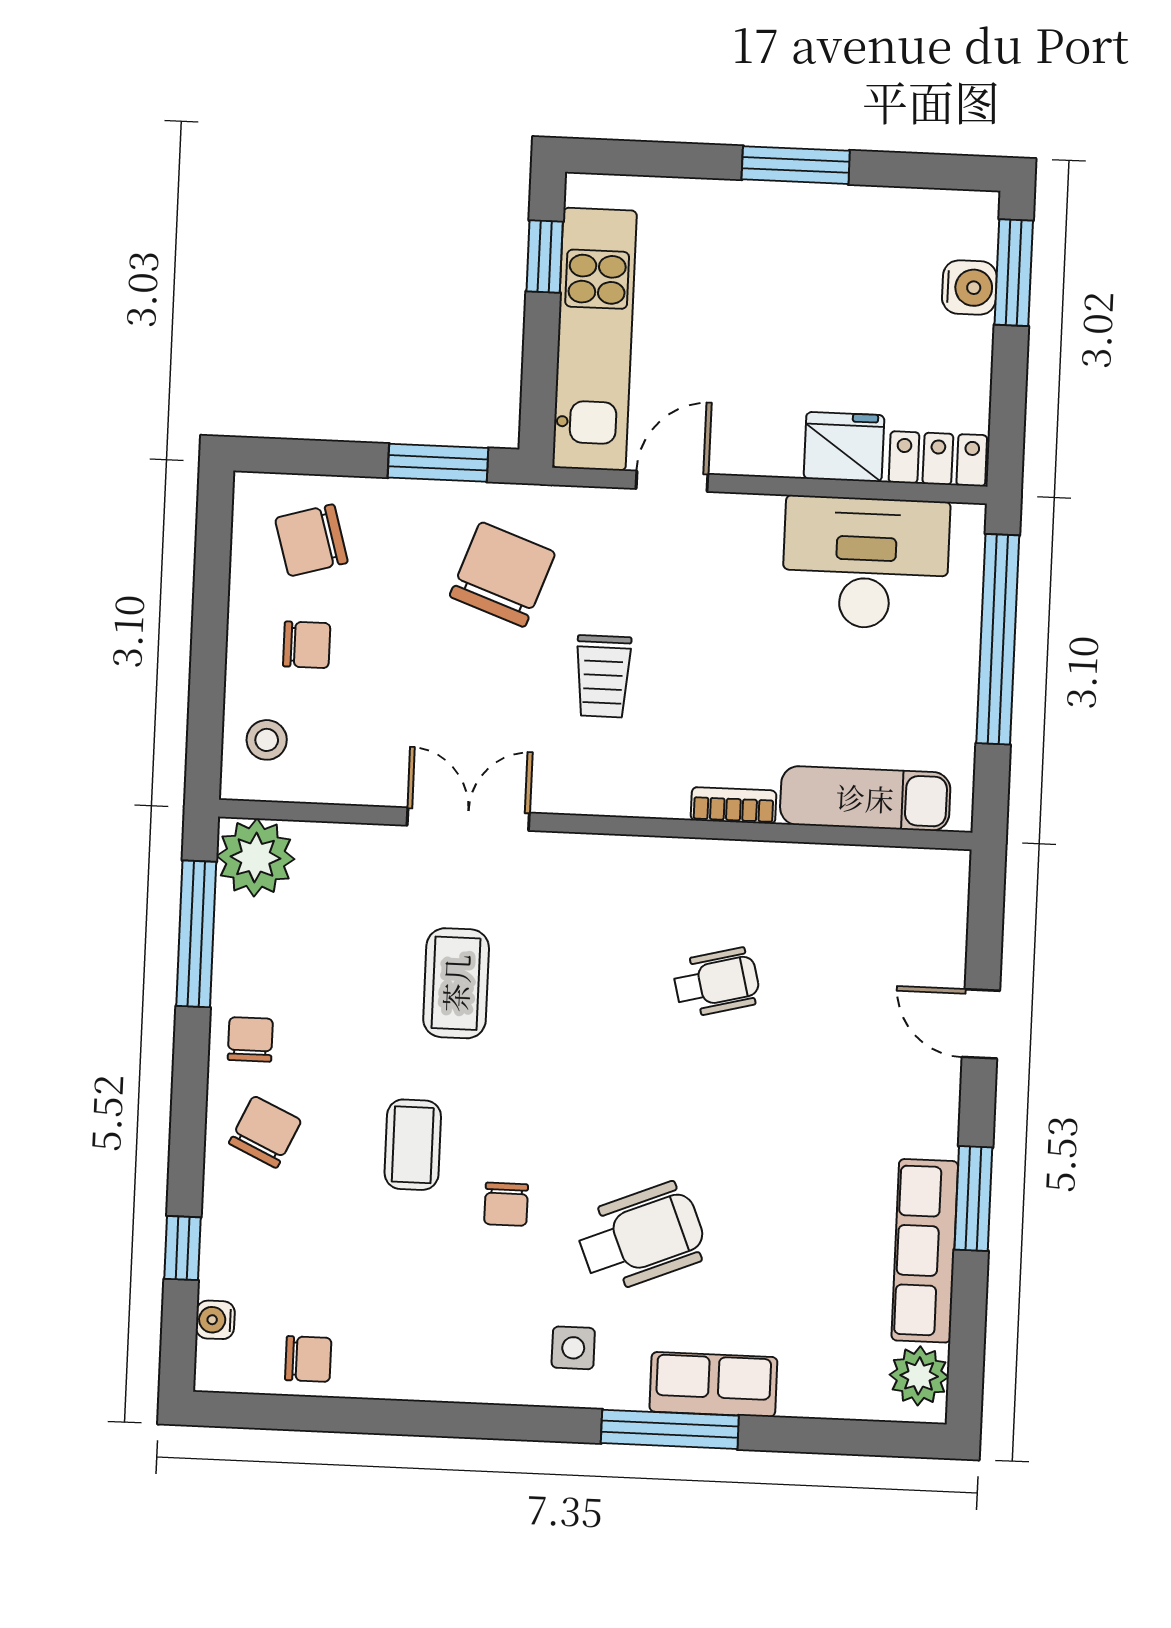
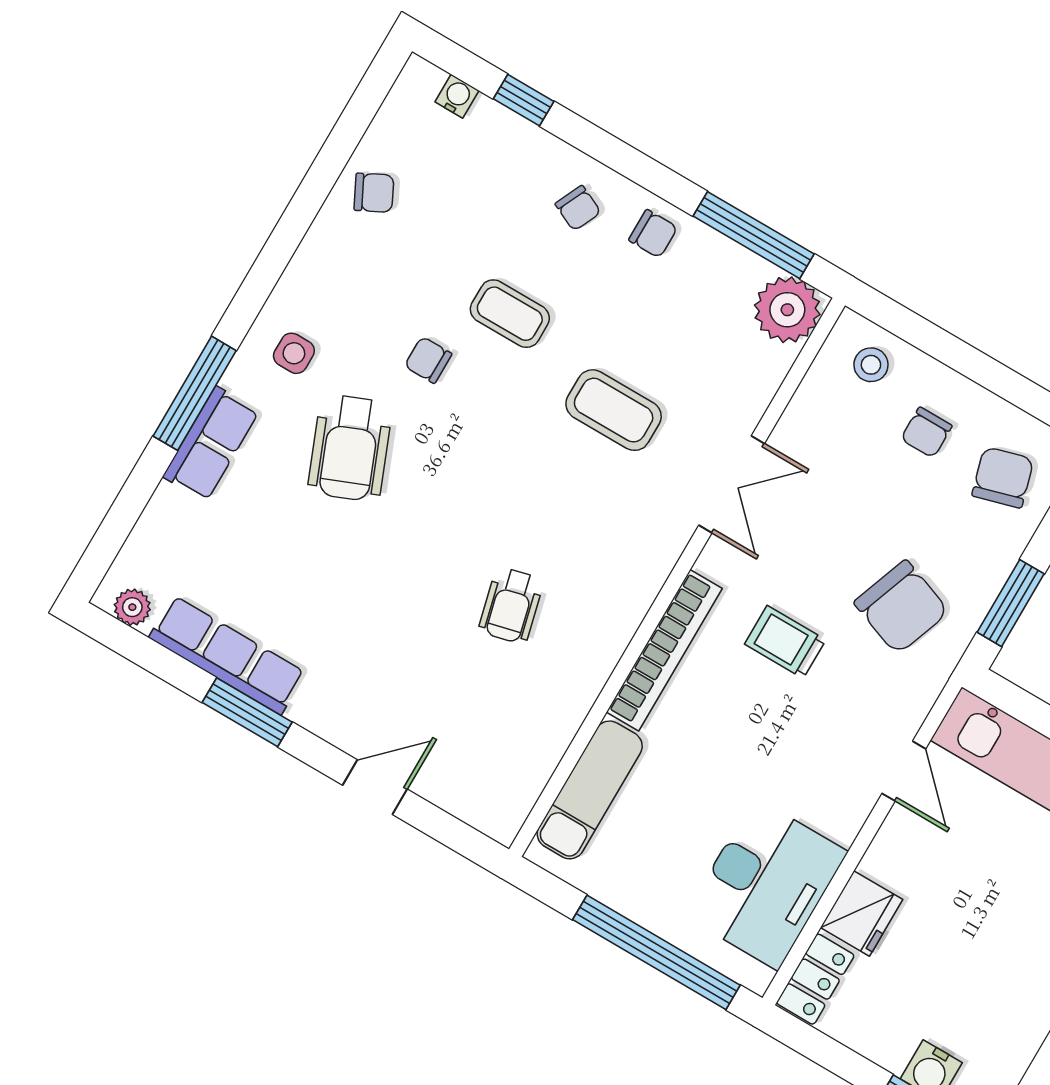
bookcase: (734, 805) -> (664, 650), width x2.31, depth x1.31
chair: (265, 1132) -> (578, 208), width x0.73, depth x0.73
chair: (308, 1359) -> (374, 193), moved, turned -117
plant: (919, 1376) -> (132, 607), width x0.73, depth x0.73

